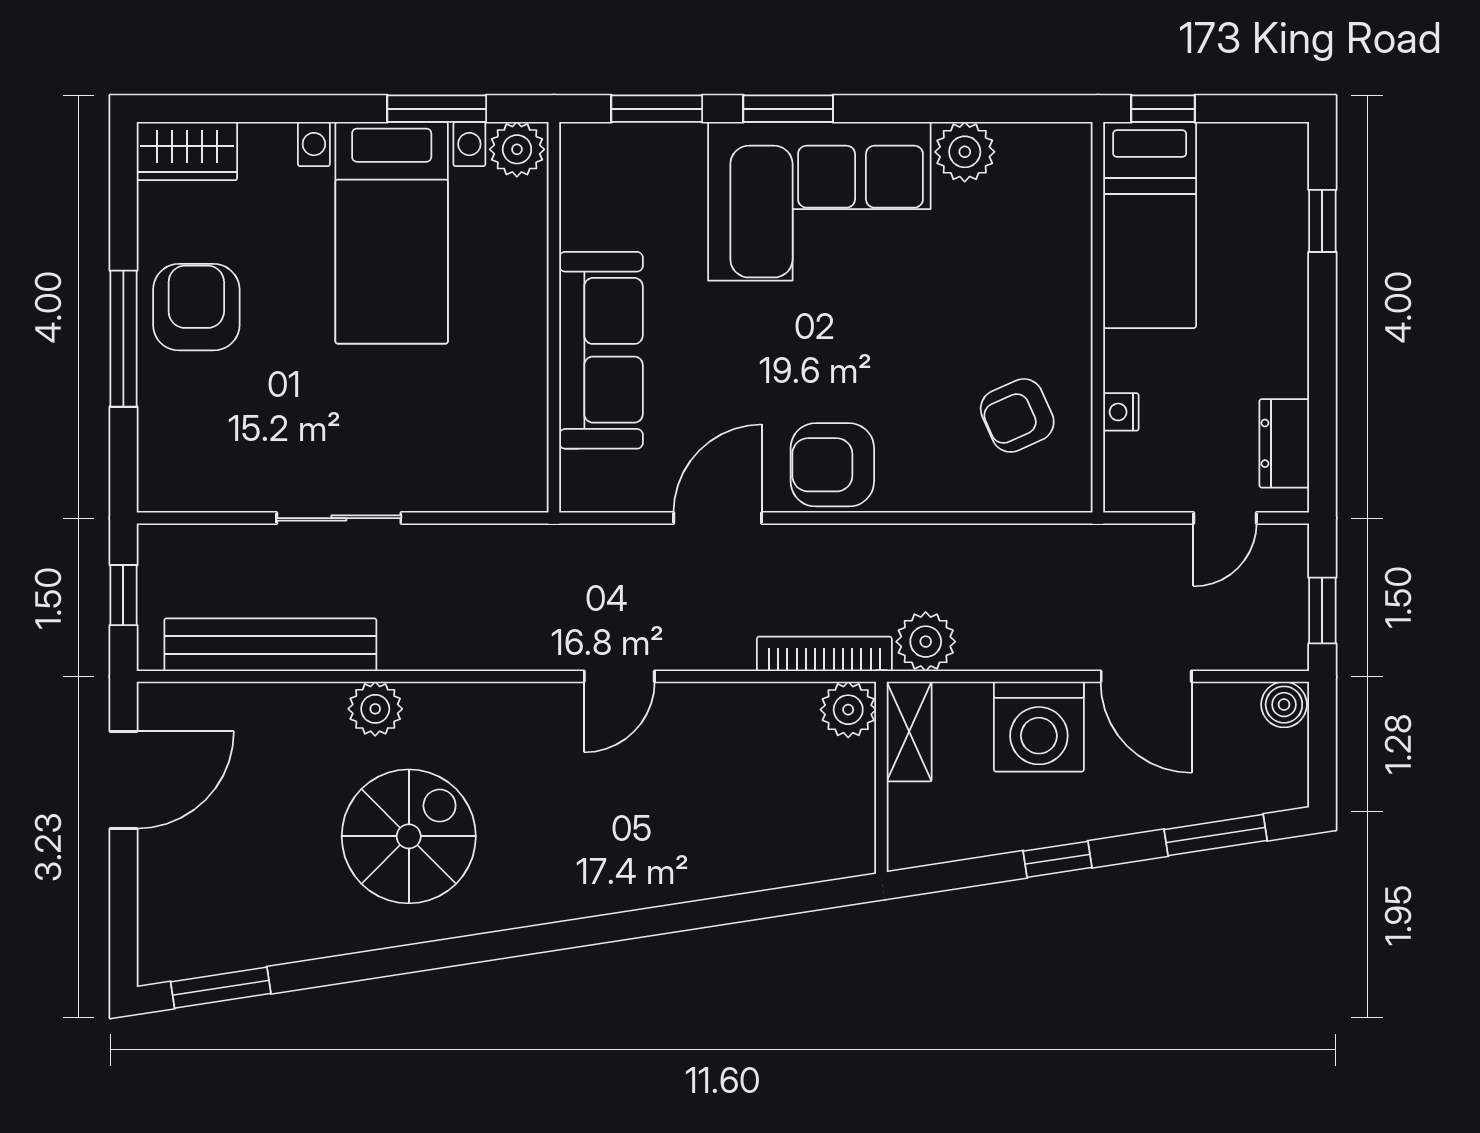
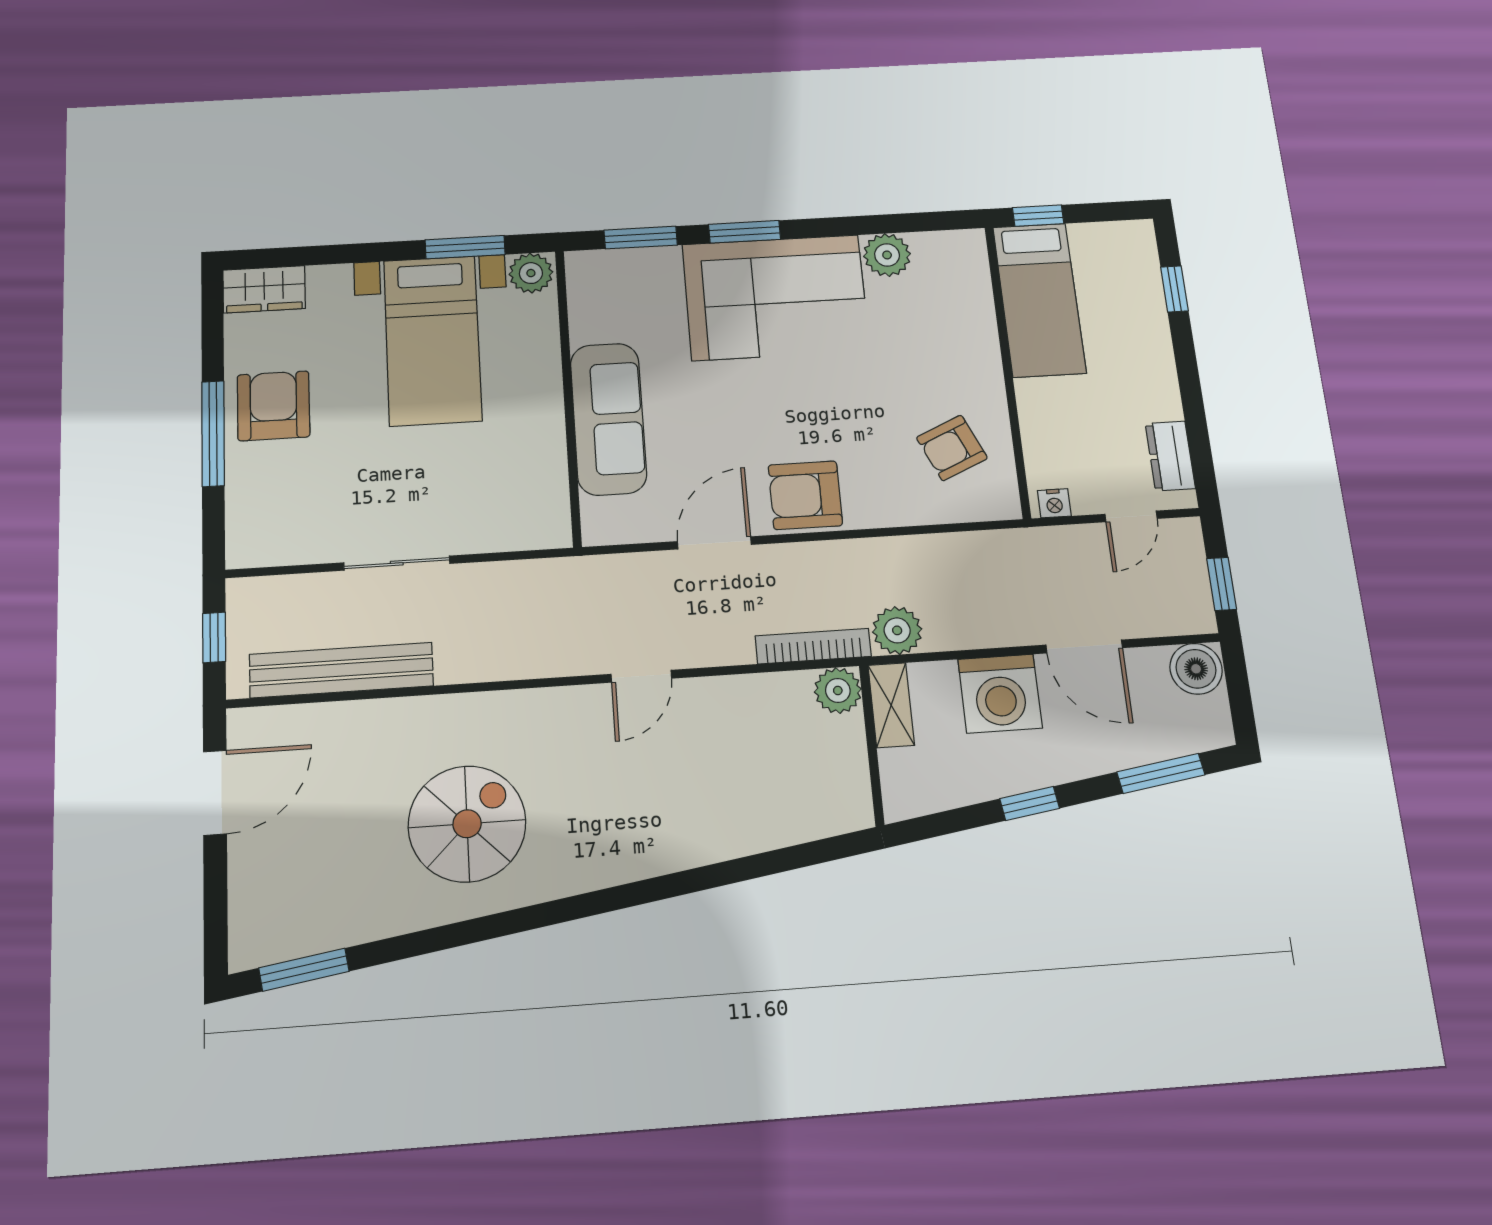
nightstand: (1121, 412) -> (1054, 503), moved, turned -90
boiler: (1284, 705) -> (1196, 669), width x1.36, depth x1.36
plant: (375, 709) -> (433, 717), removed

